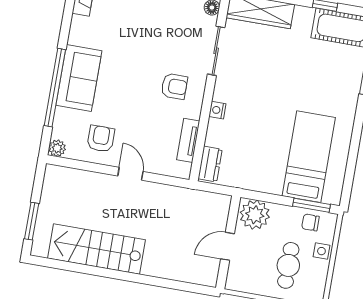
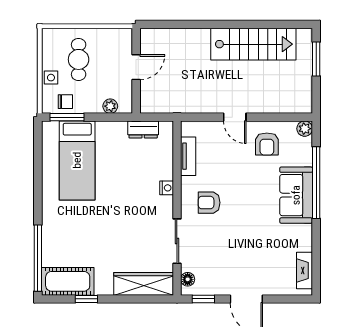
dresser: (210, 164) -> (143, 129), moved, turned -90
plant: (255, 215) -> (110, 106), width x0.53, depth x0.53

